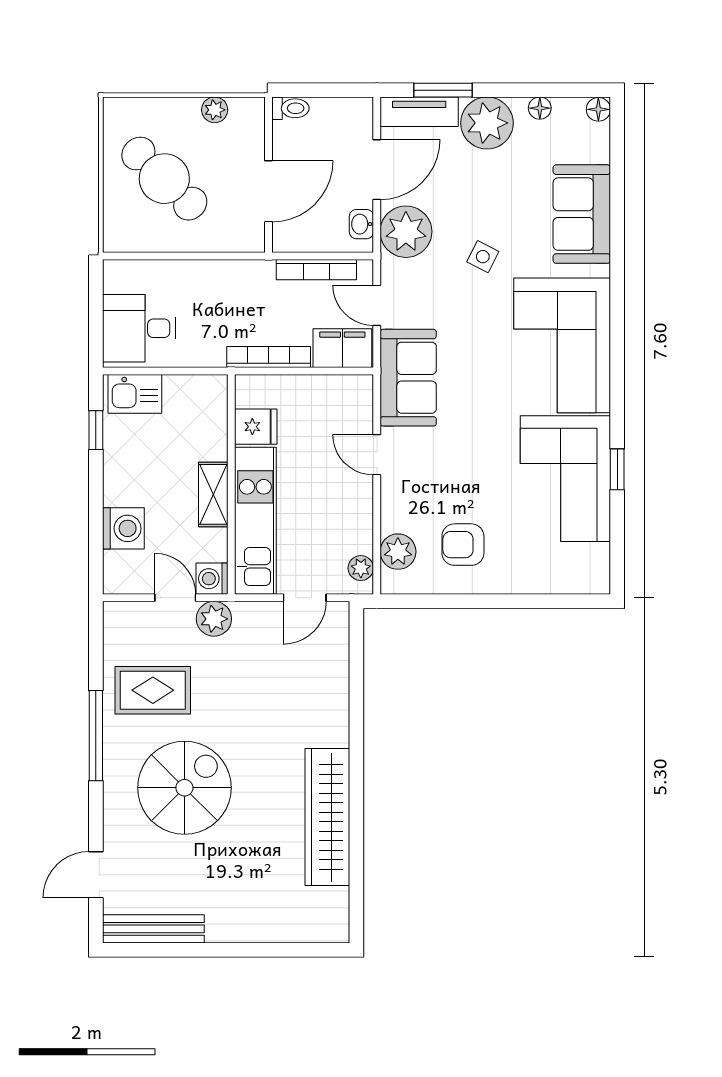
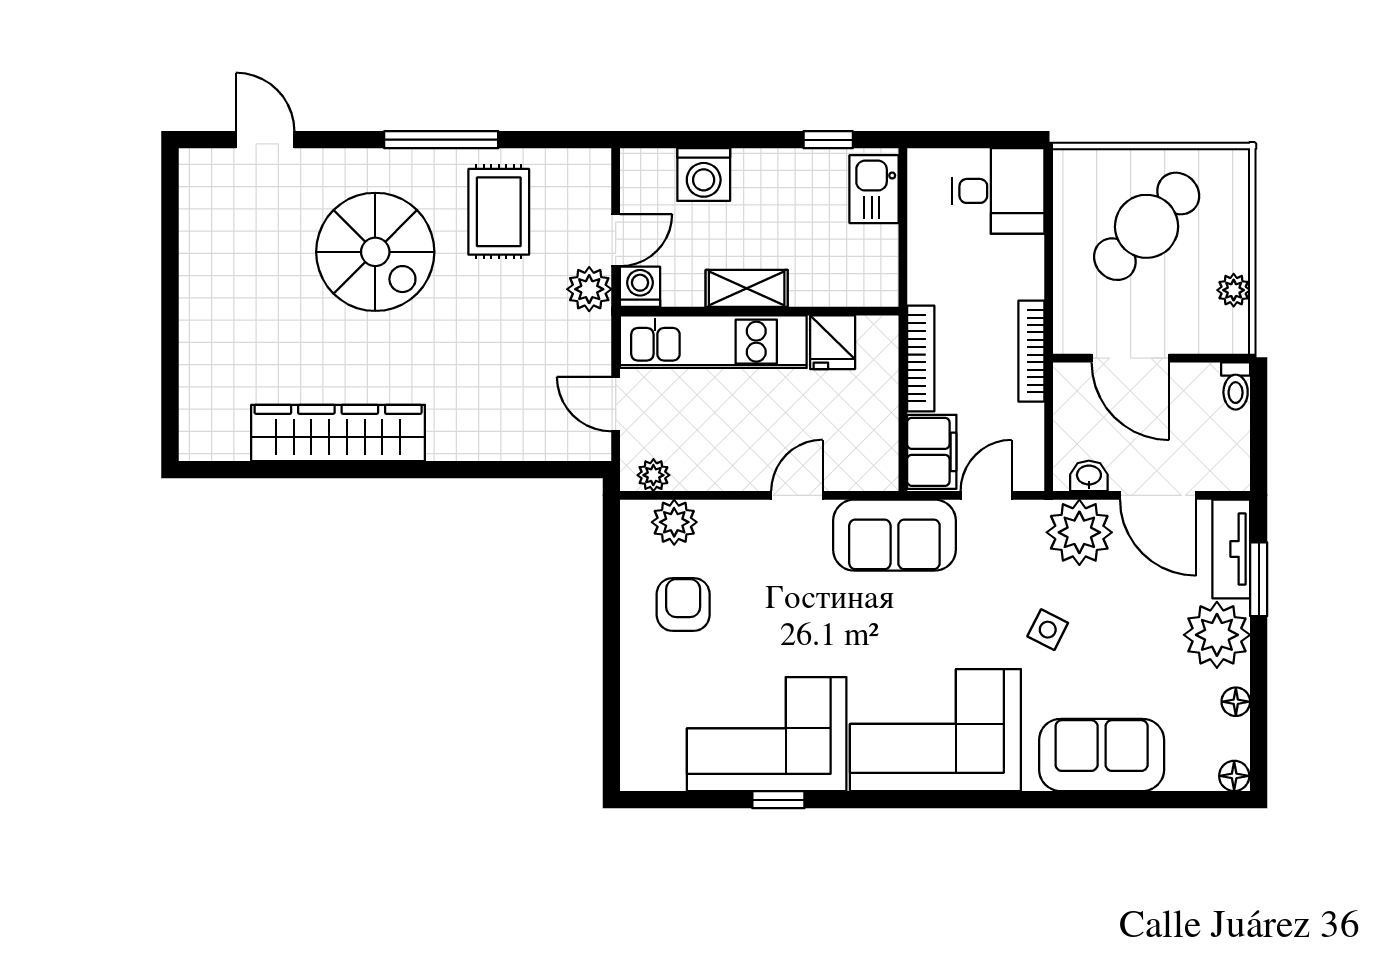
bookcase: (316, 270) -> (1031, 351), moved
desk: (139, 328) -> (998, 191), moved, turned 90
bench: (153, 929) -> (197, 213), removed

